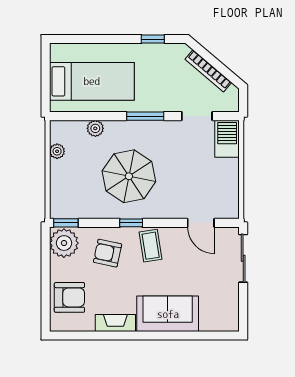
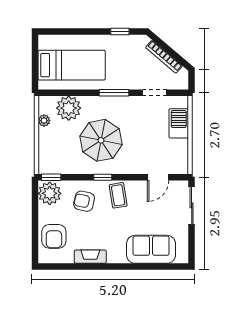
plant: (95, 128) -> (69, 108), width x1.88, depth x1.88
barbecue: (227, 139) -> (179, 123), moved
door: (201, 223) -> (158, 177), hinge flipped
armchair: (69, 297) -> (54, 236), turned 90
sofa: (168, 314) -> (151, 249), moved

